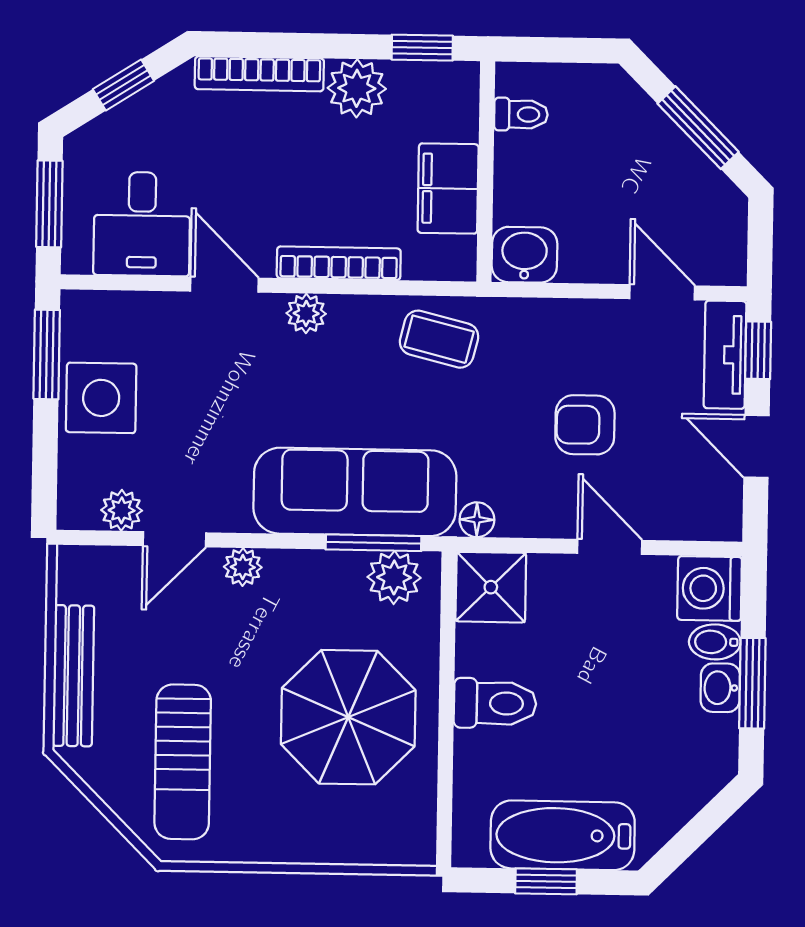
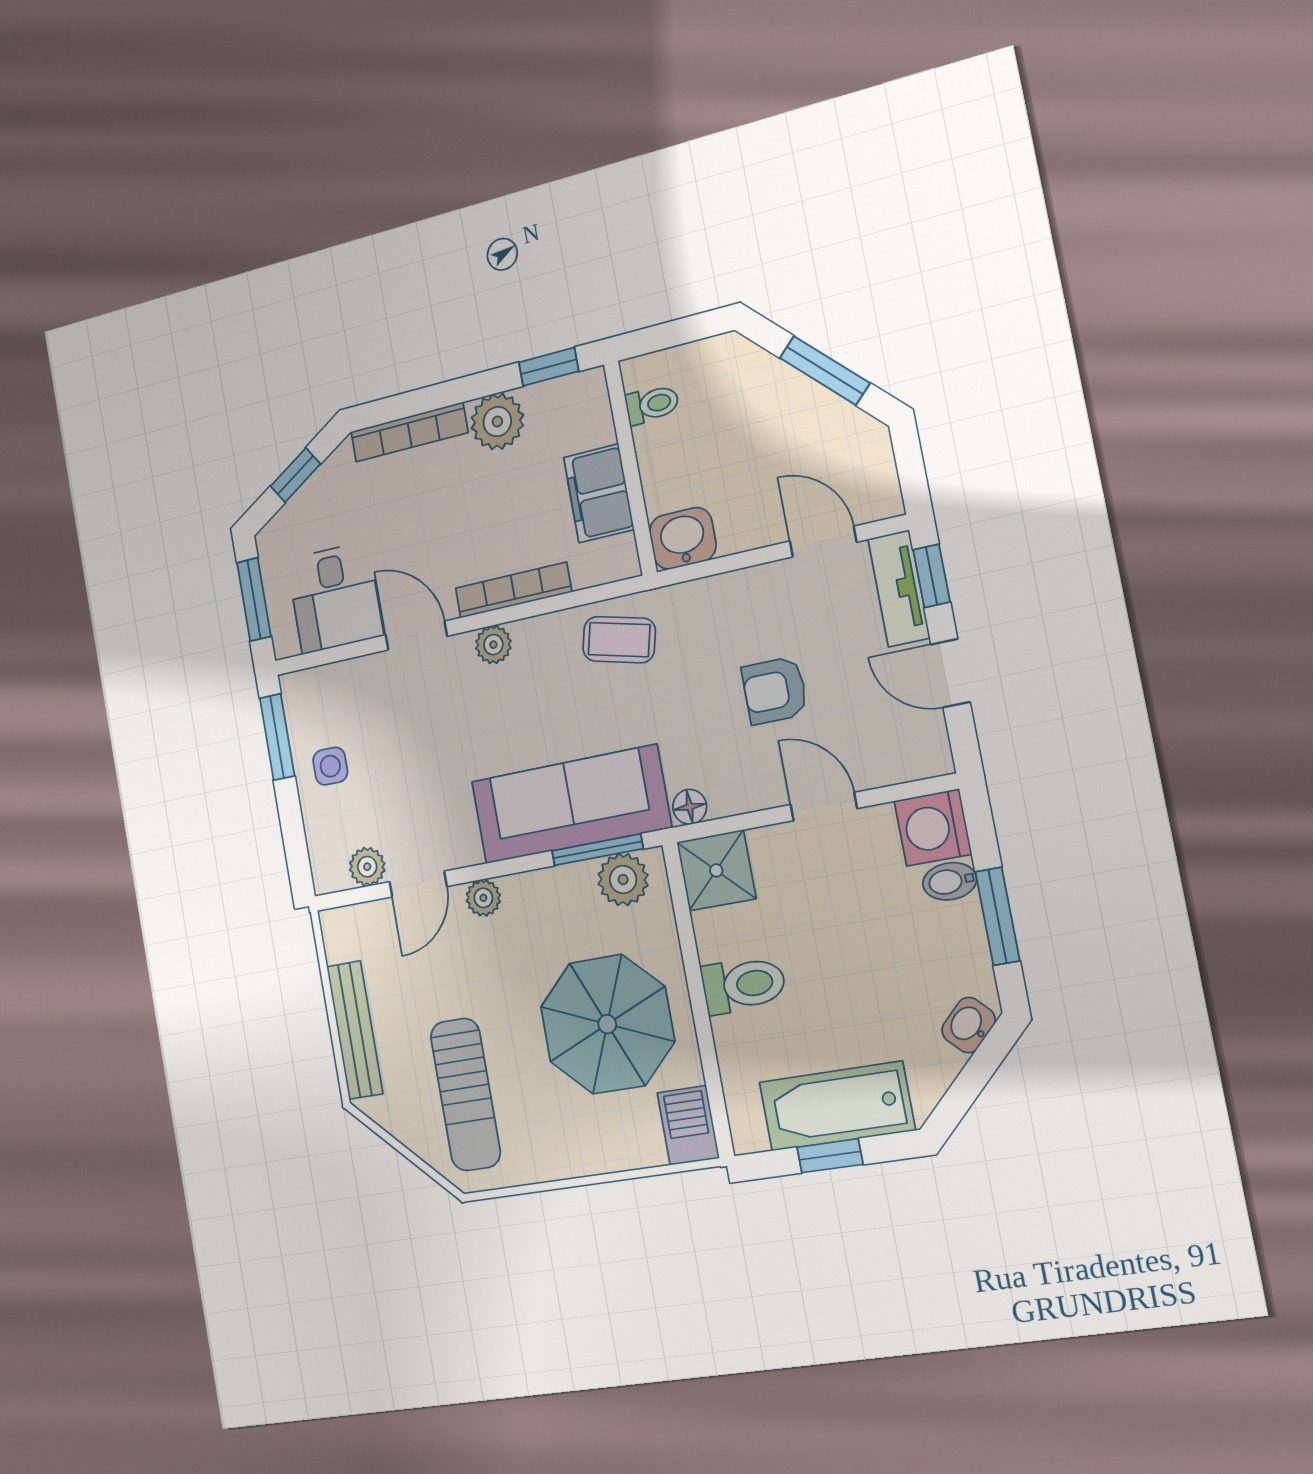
side table: (101, 398) -> (330, 766), width x0.54, depth x0.54
washbasin: (720, 688) -> (969, 1025), moved, turned 45
barbecue: (411, 830) -> (688, 1125), added

